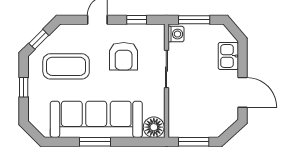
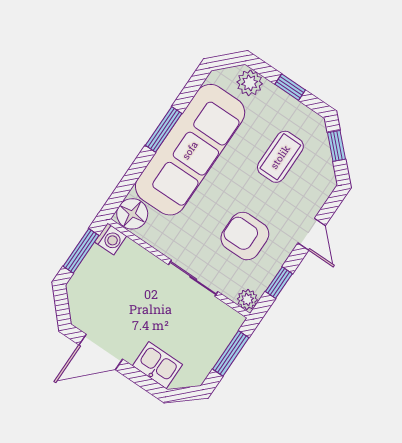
plant: (158, 31) -> (247, 299), added
washing machine: (176, 34) -> (111, 239), moved, turned -90
coffee table: (66, 66) -> (280, 157), width x0.73, depth x0.76
plant: (37, 111) -> (250, 83), added

